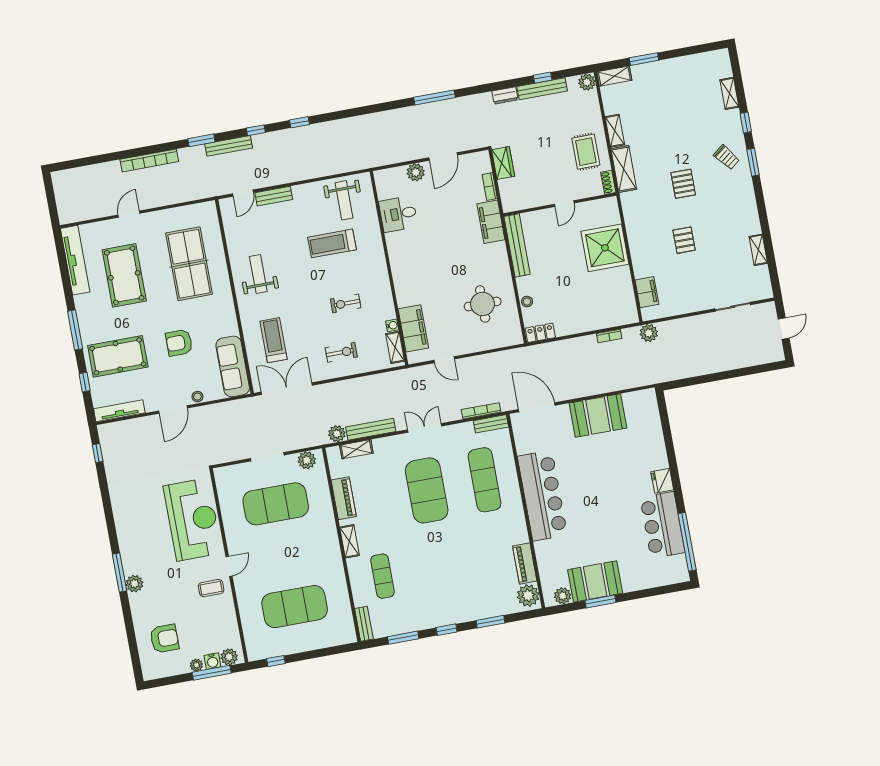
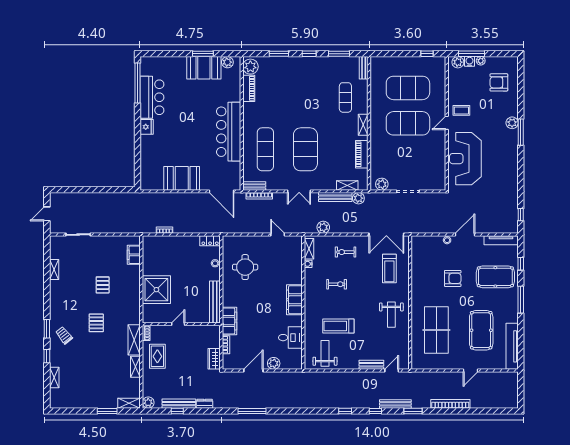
treadmill: (332, 243) -> (338, 326), turned 180
filing cabinet: (413, 328) -> (294, 300), moved
plant: (649, 333) -> (323, 227), moved
sofa: (233, 366) -> (420, 256), removed
exercise mat: (276, 504) -> (408, 123), moved

